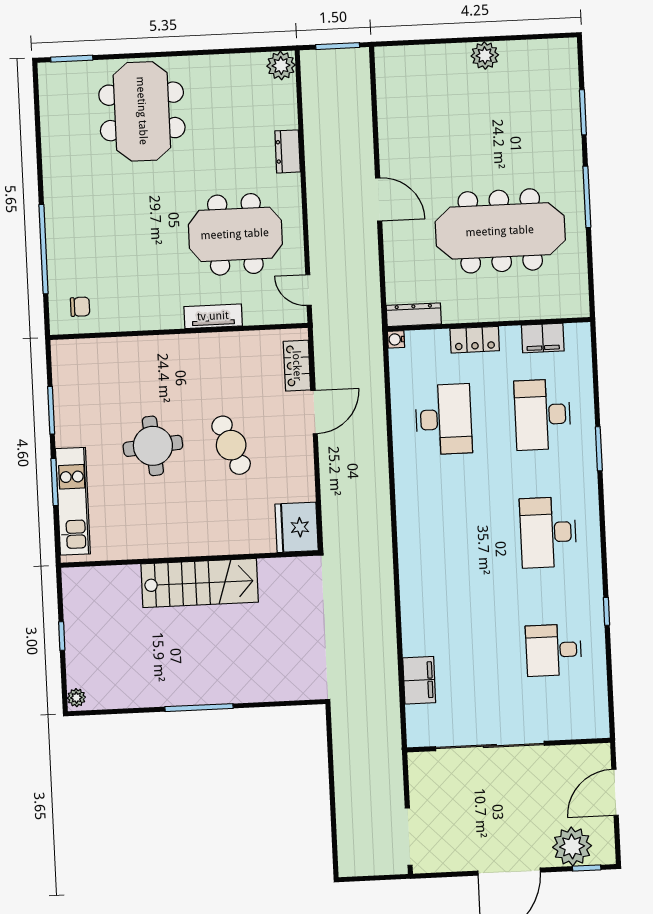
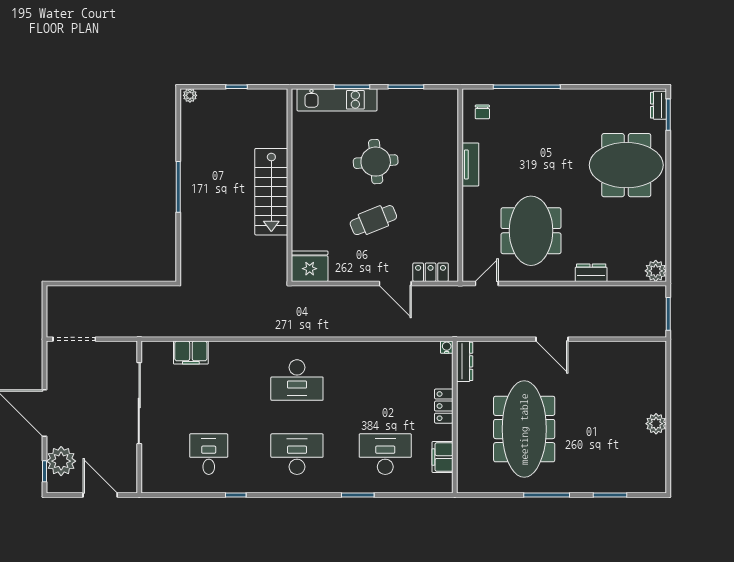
dresser: (60, 72) -> (658, 105), added
door: (379, 199) -> (552, 339), hinge flipped
tv unit: (213, 316) -> (470, 164), moved
desk: (444, 419) -> (297, 380), moved

